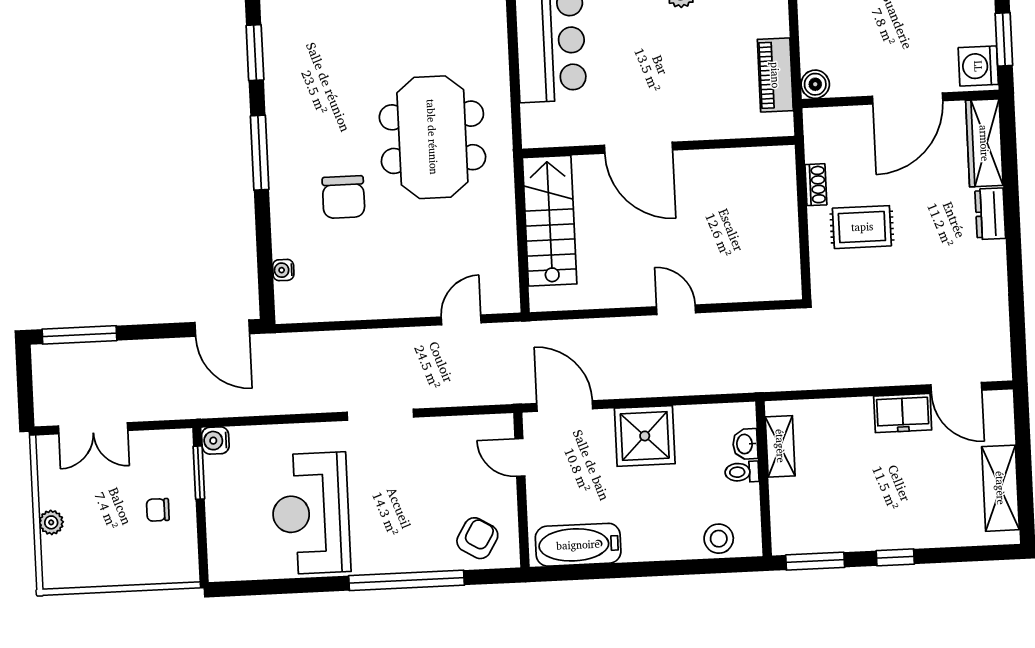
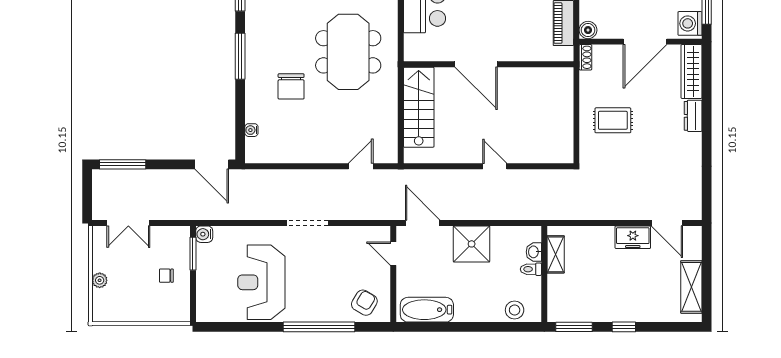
shoe rack: (816, 185) -> (585, 57), moved

